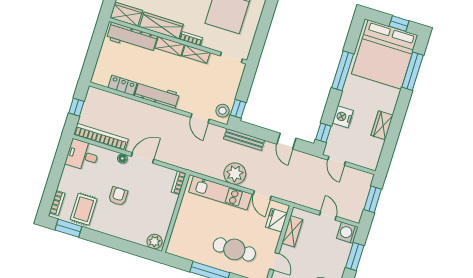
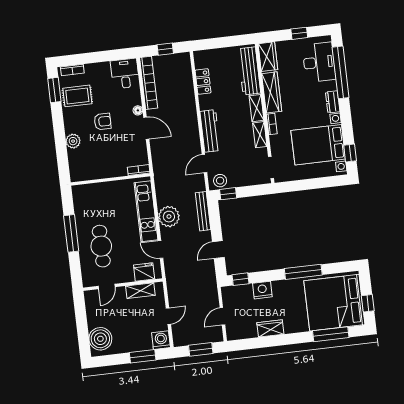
workbench: (157, 95) -> (210, 131), moved
door: (337, 161) -> (222, 316), moved
door: (262, 195) -> (161, 250), hinge flipped
plant: (154, 241) -> (73, 141), moved

